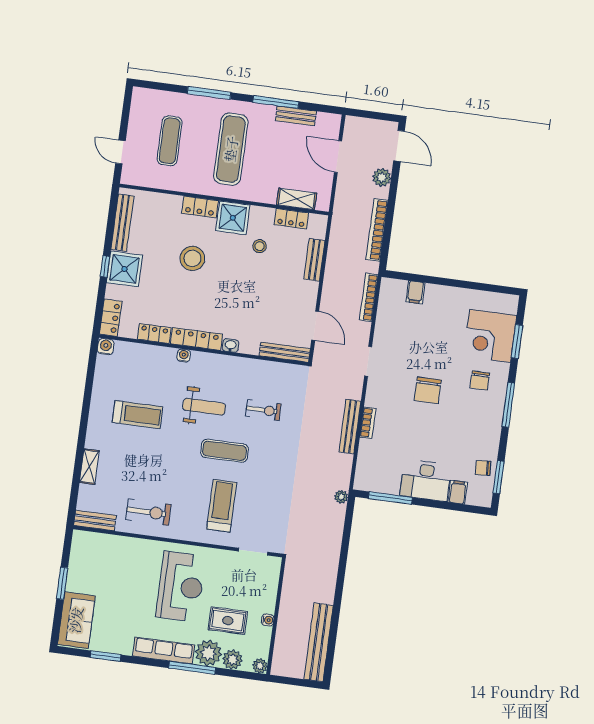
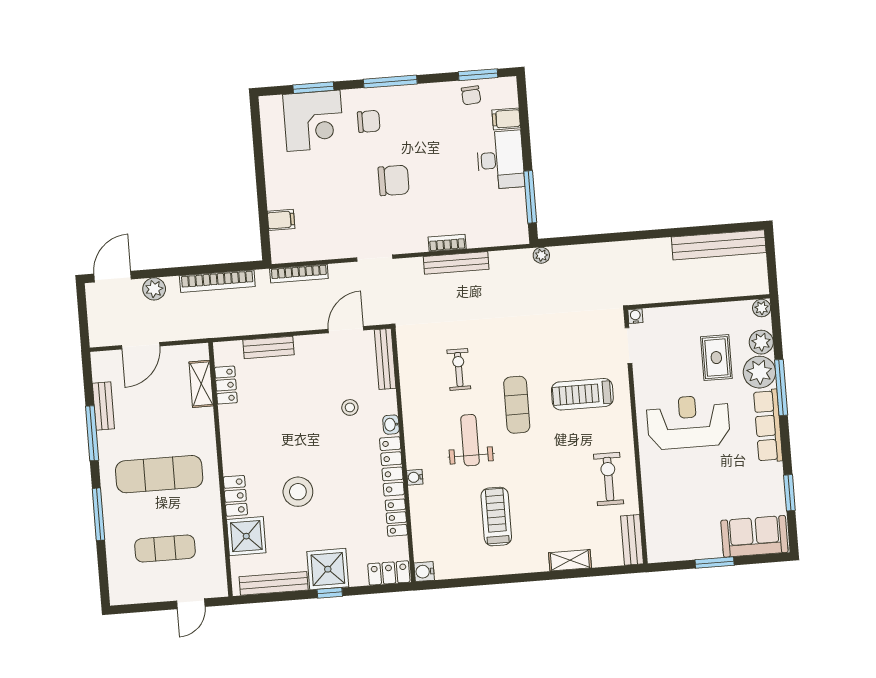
shower: (233, 218) -> (246, 536), moved
stool: (260, 246) -> (350, 407), moved
water cooler: (268, 620) -> (635, 316), moved

